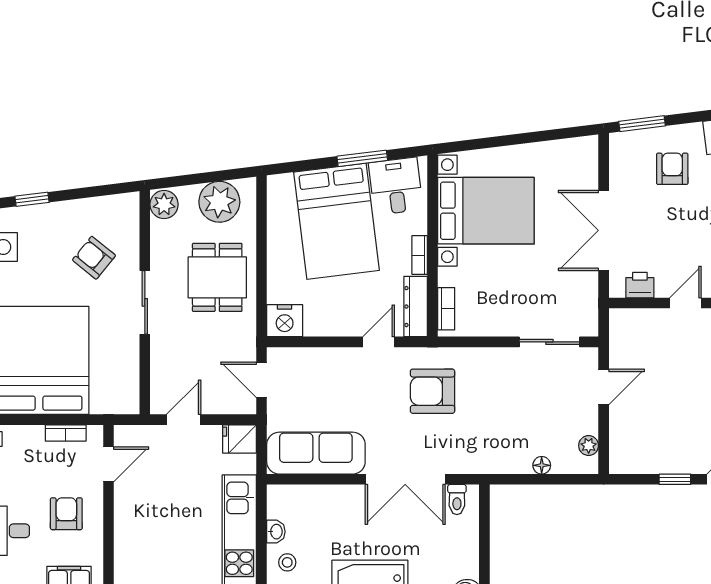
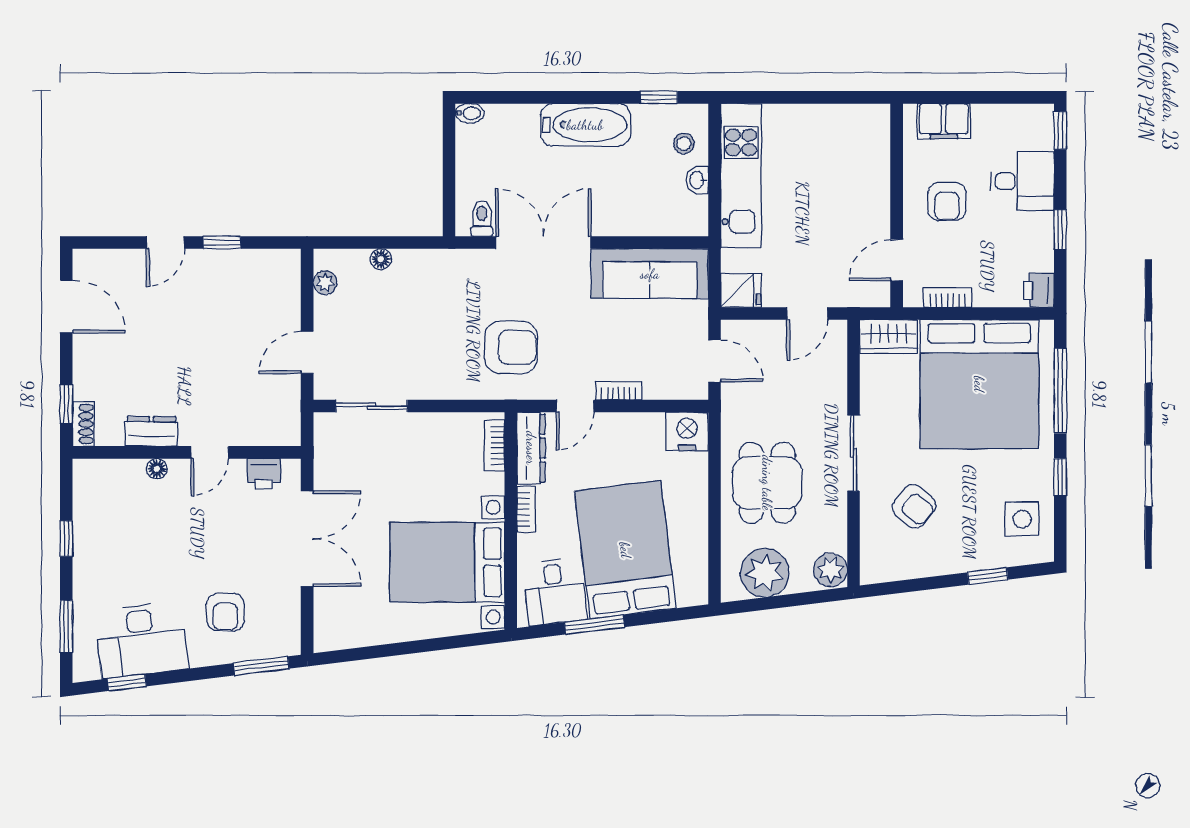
bookcase: (342, 355) -> (619, 391), added
wardrobe: (115, 400) -> (889, 336), added

